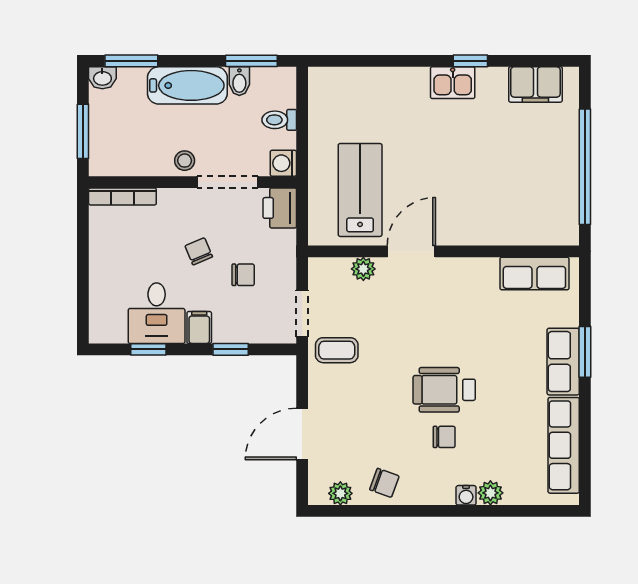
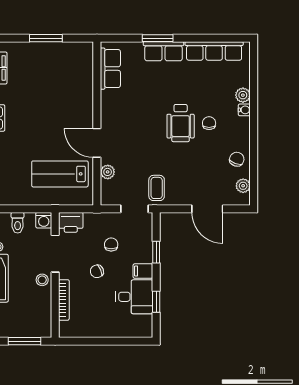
window: (585, 167) -> (46, 38), width x0.47
bookcase: (122, 196) -> (64, 300), moved

